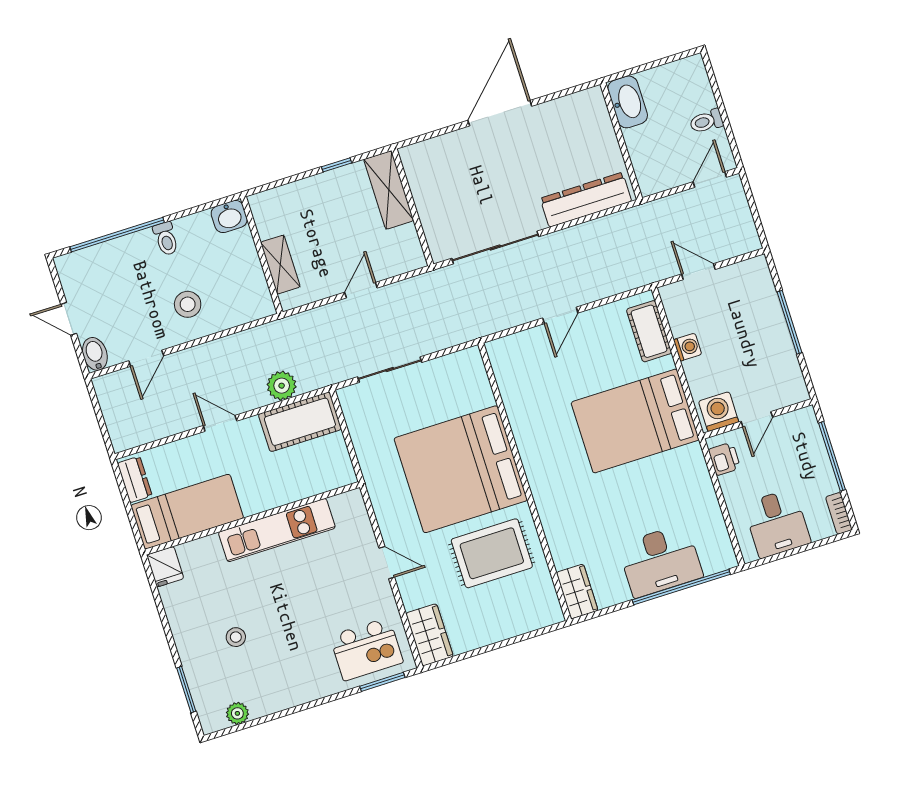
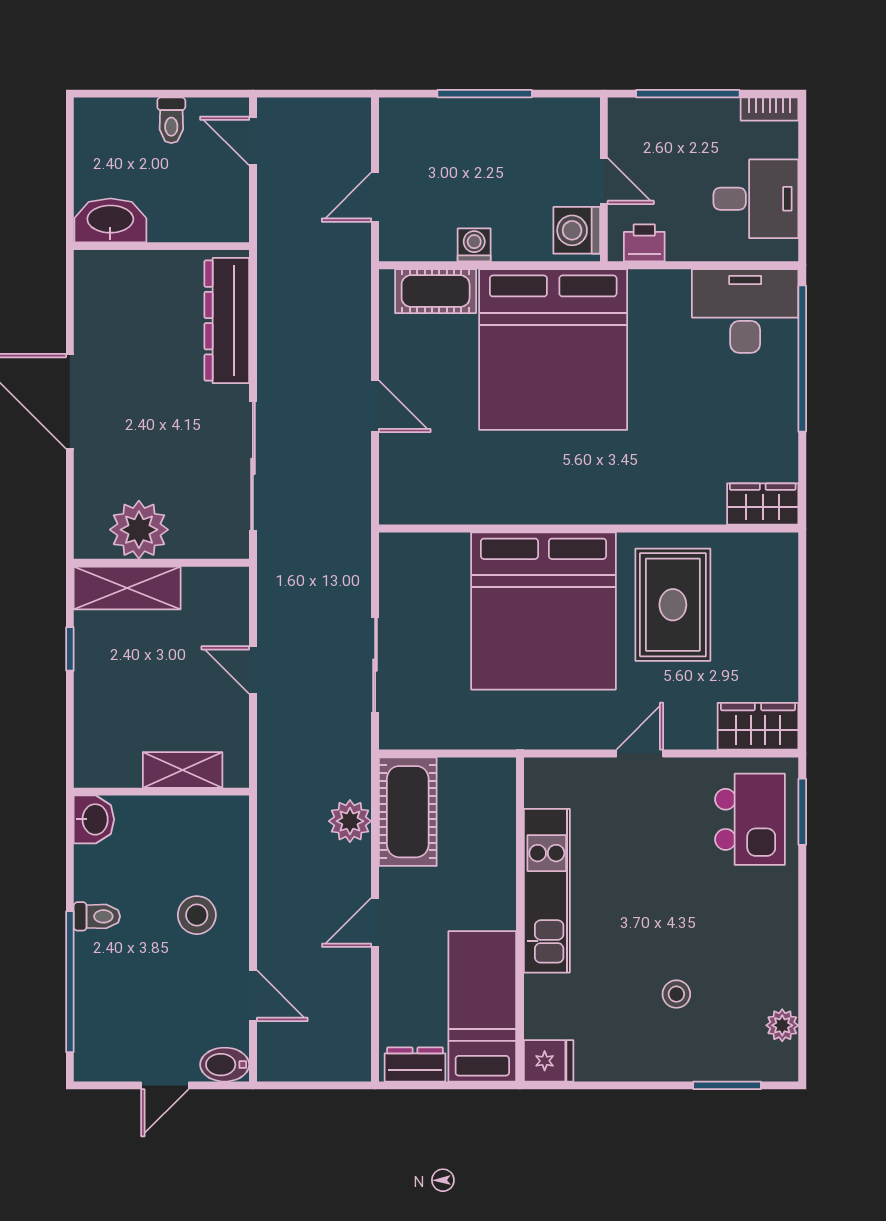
plant: (430, 186) -> (139, 530), added
bed: (635, 421) -> (553, 350), width x1.36
desk: (660, 561) -> (745, 311), moved, turned -90

